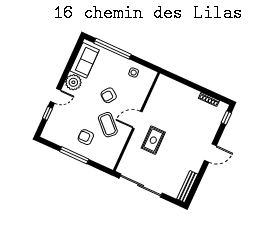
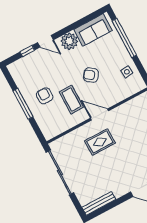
coffee table: (108, 125) -> (71, 100), turned -45

